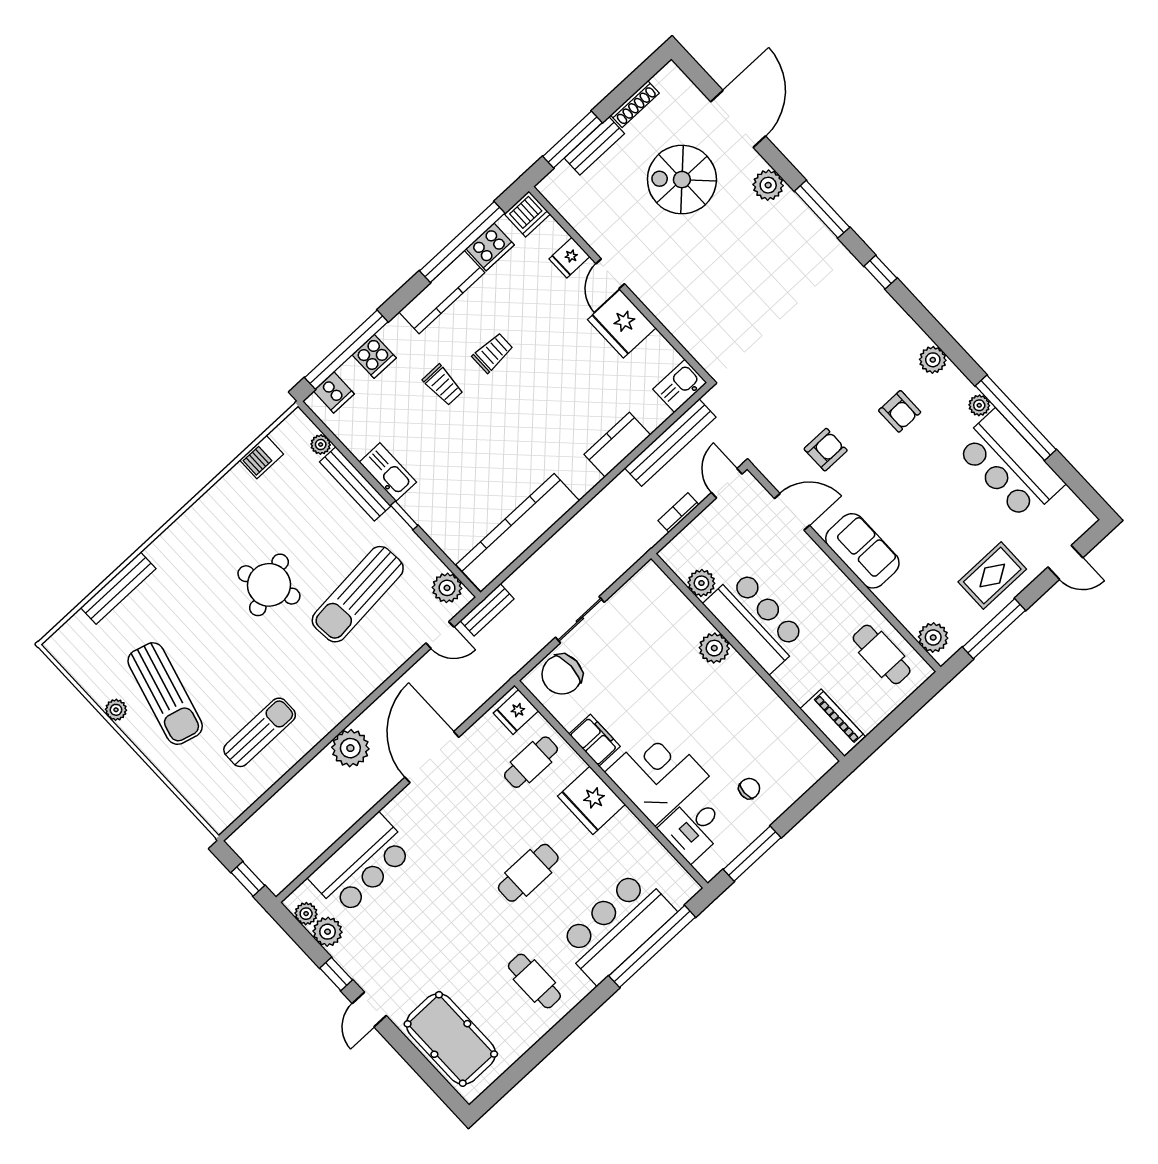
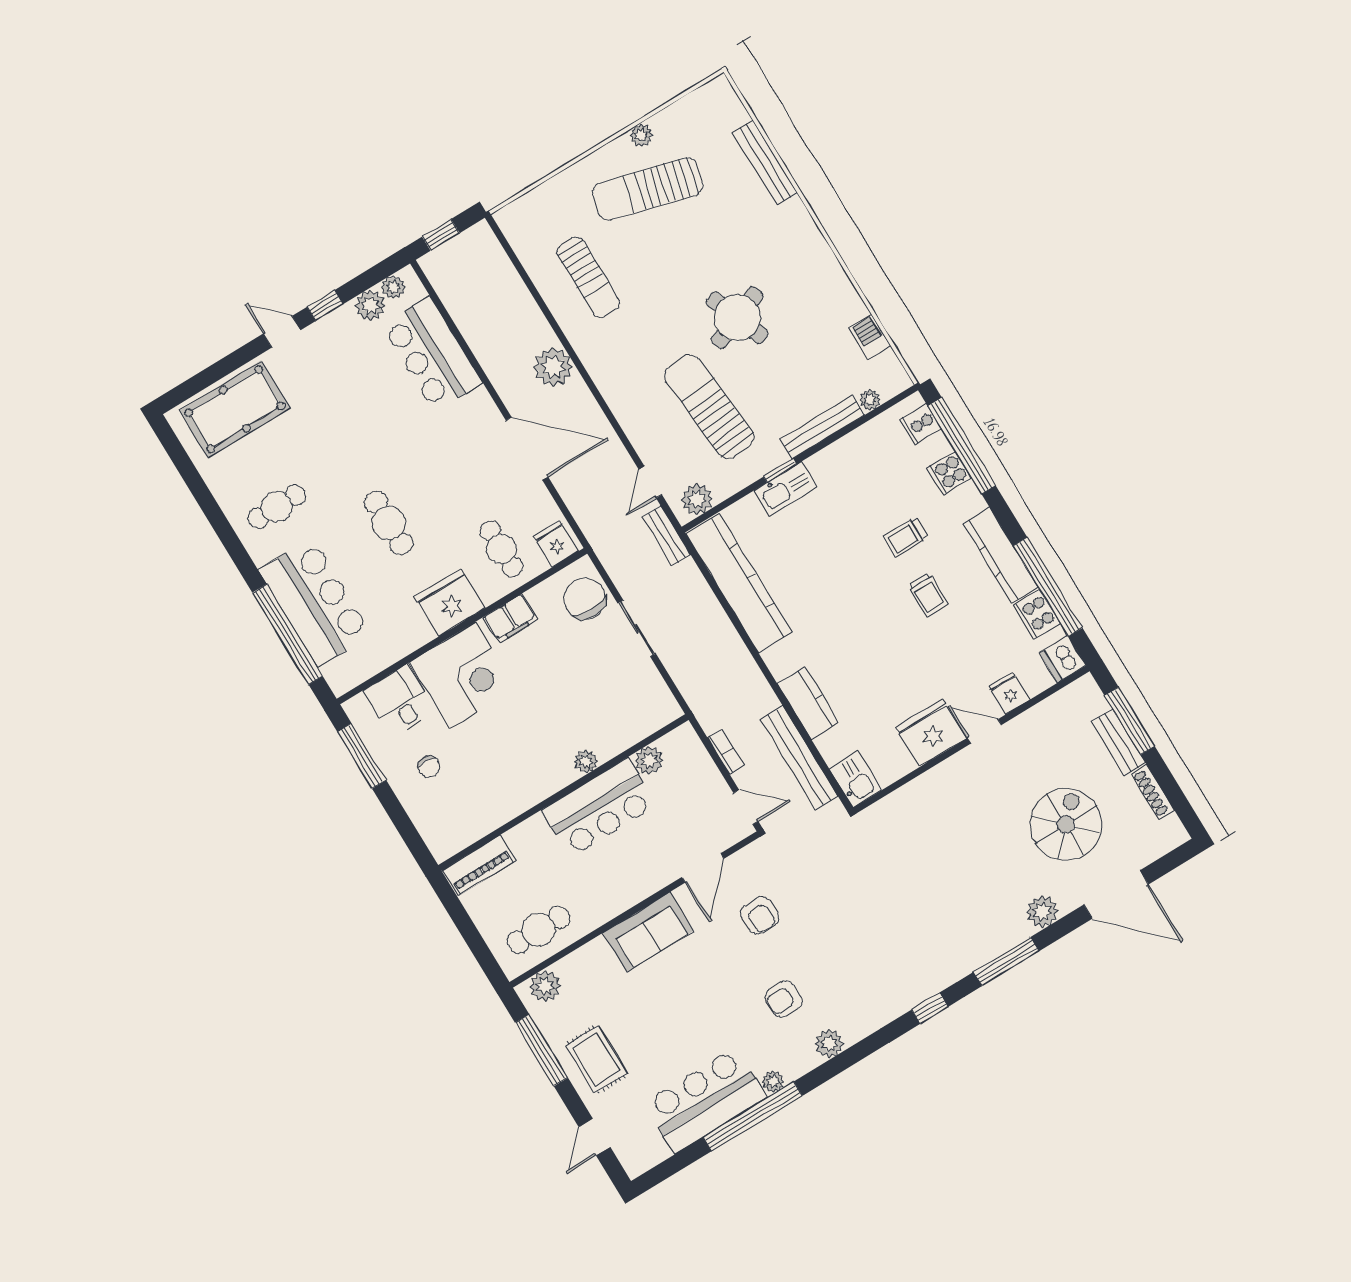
kitchen sink: (388, 472) -> (785, 489), moved
plant: (714, 648) -> (586, 761), width x0.73, depth x0.73

